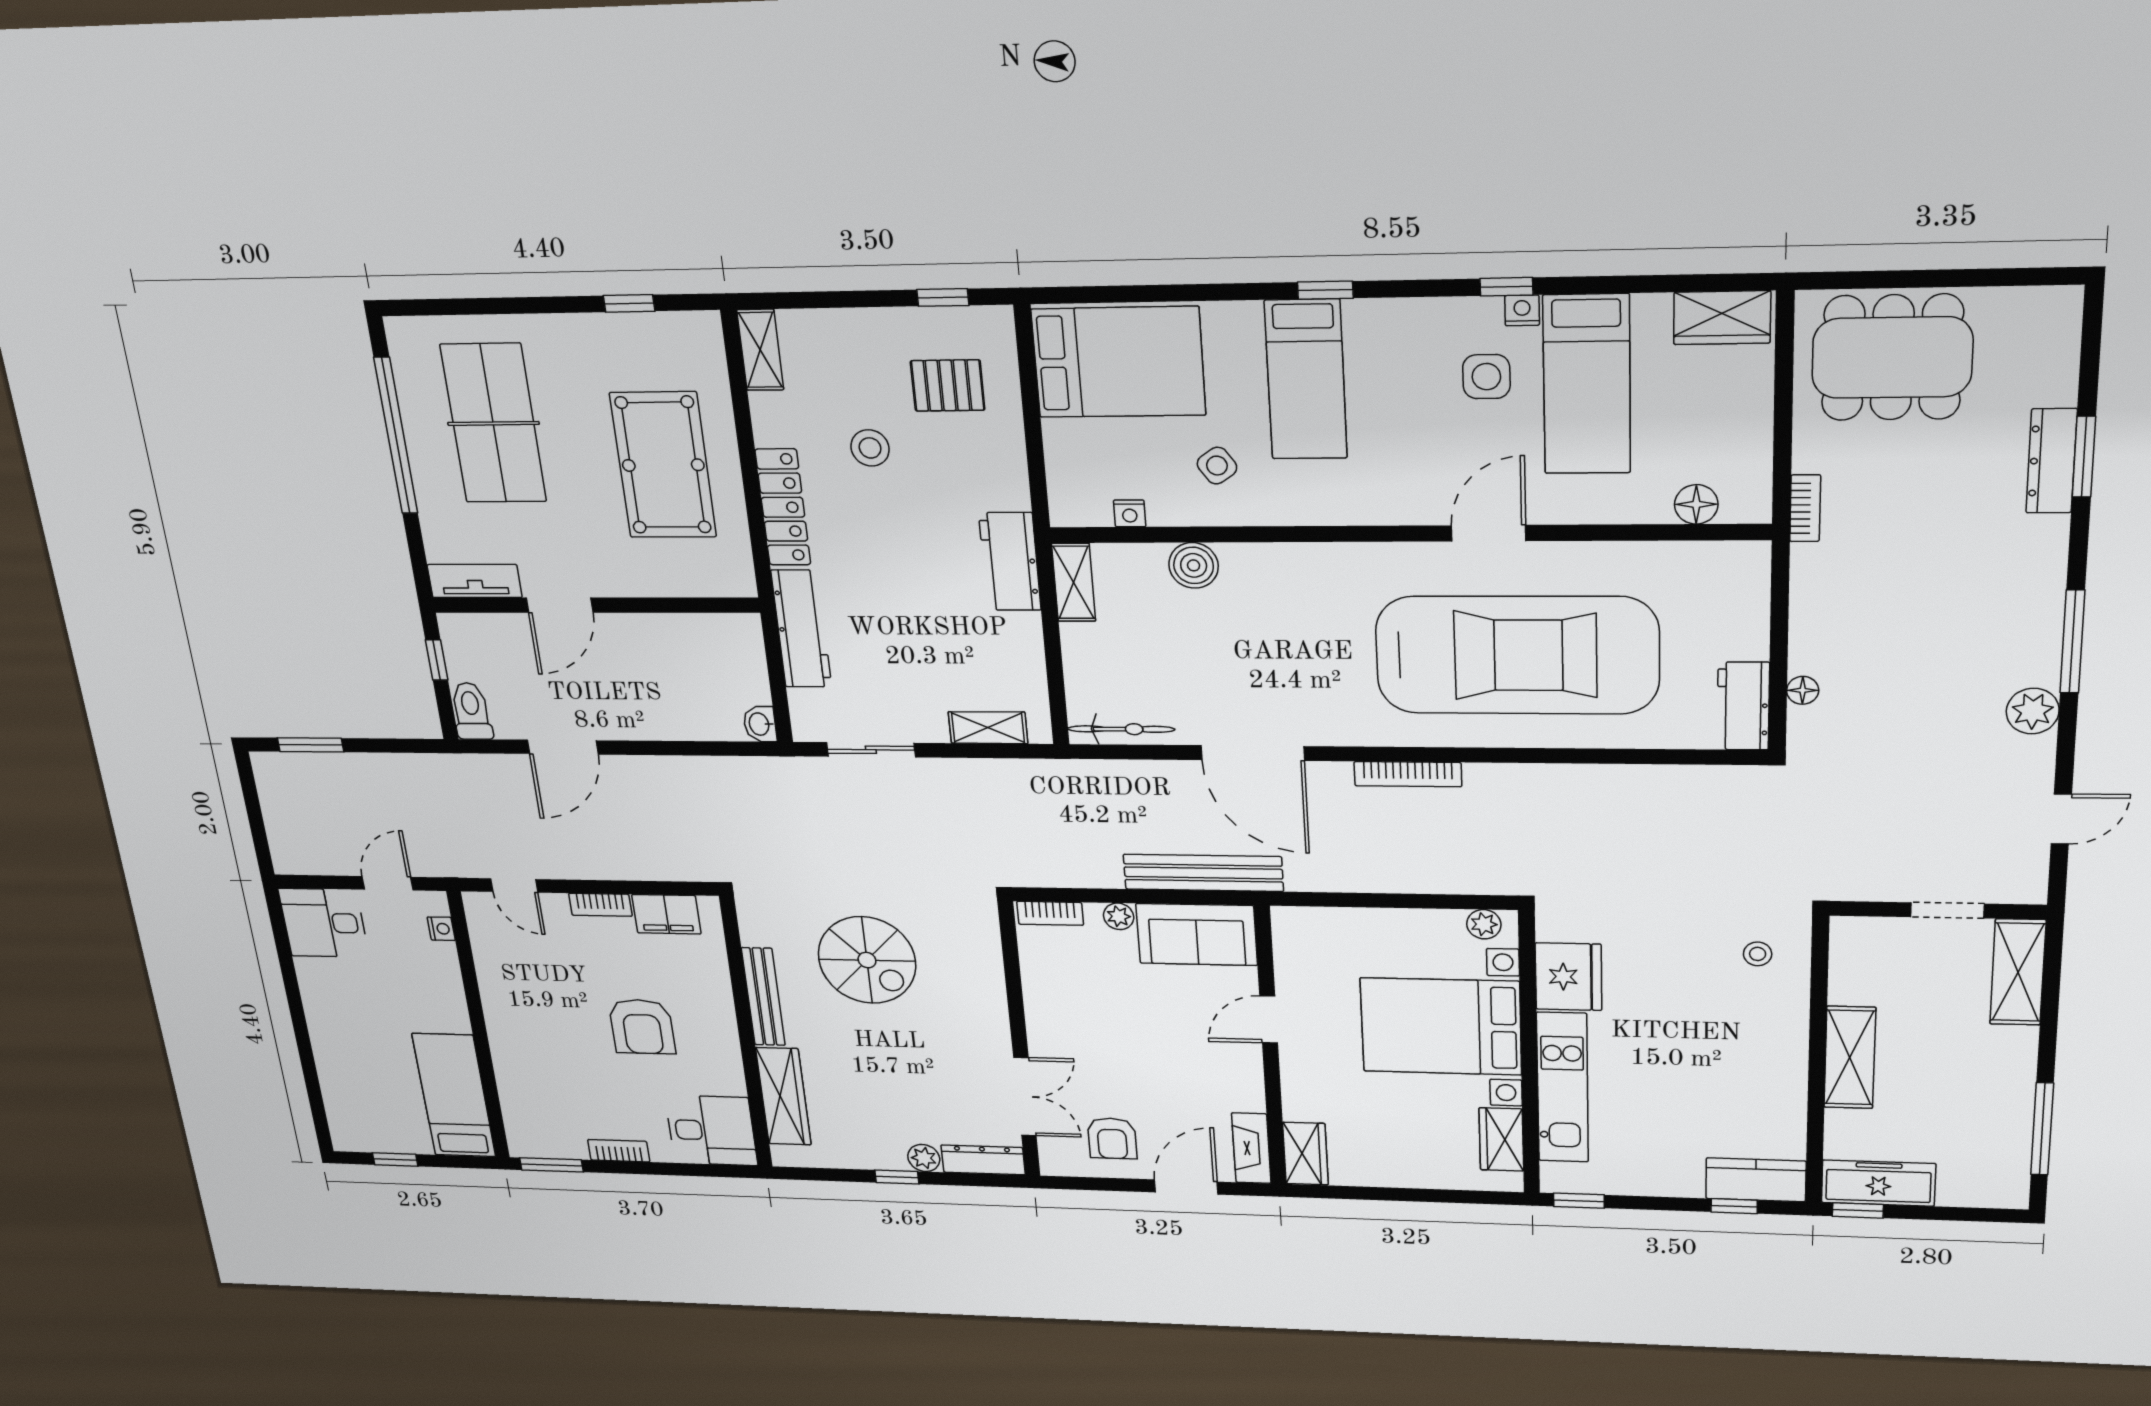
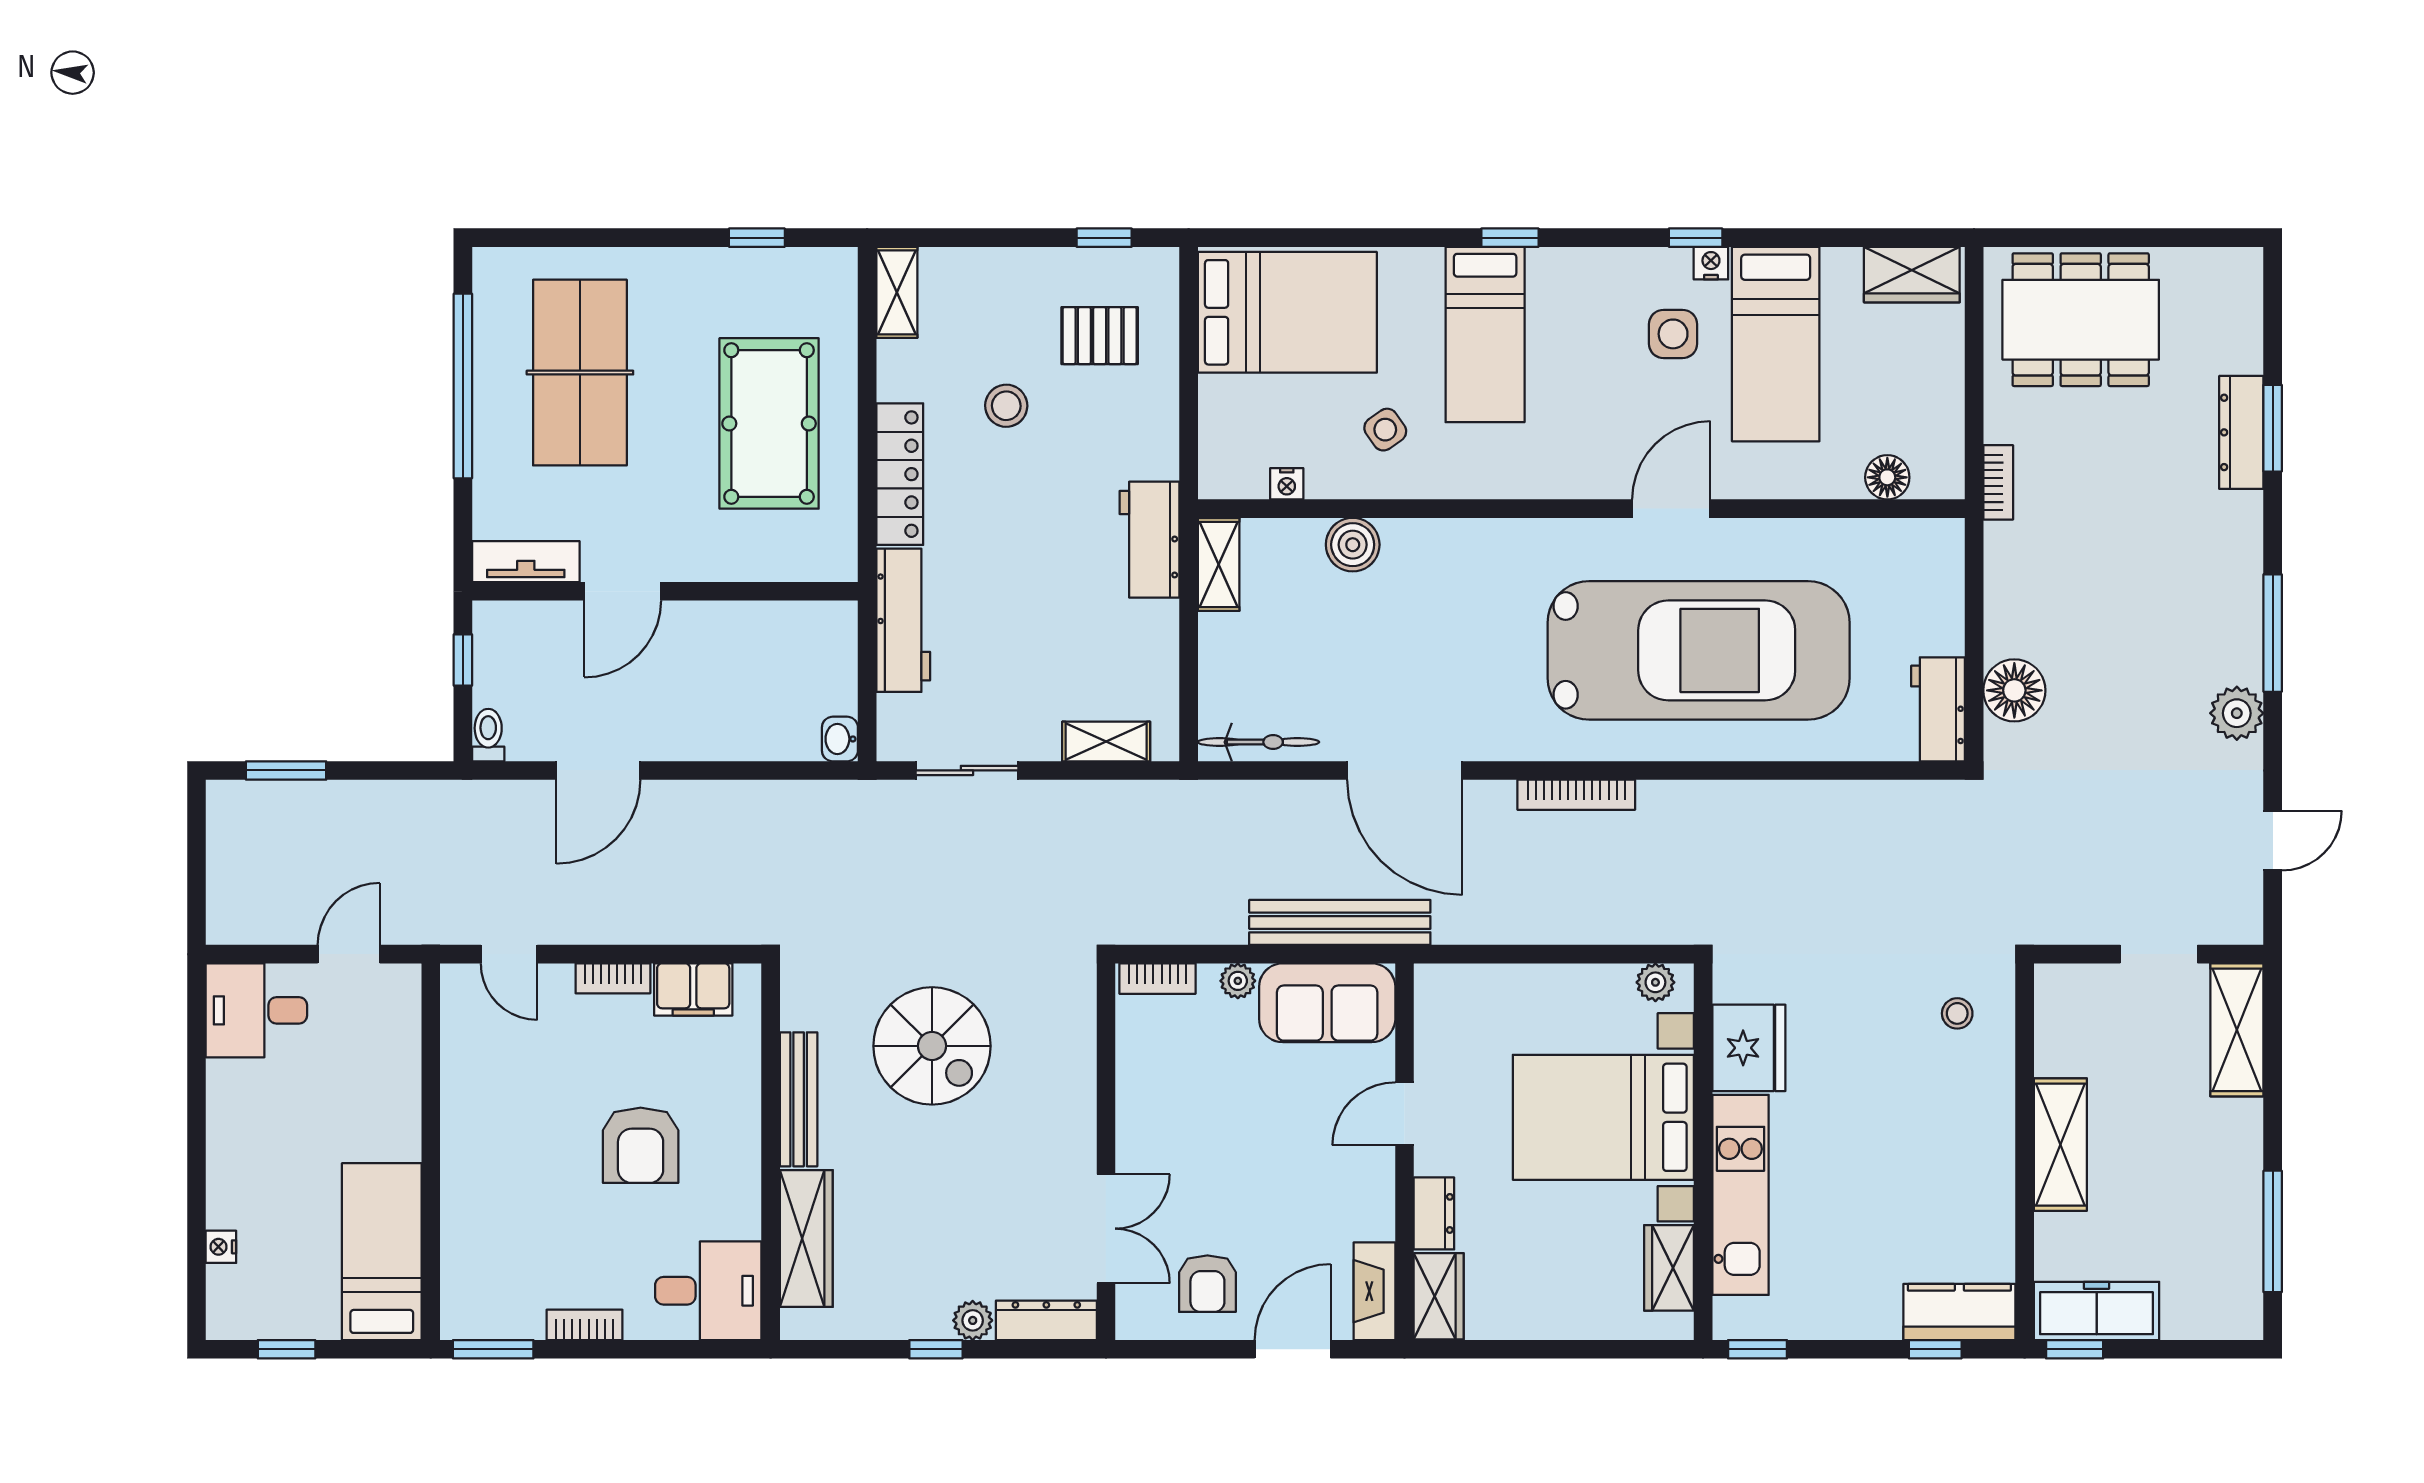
floor lamp: (1803, 690) -> (2014, 690), width x1.89, depth x1.89
toilet: (471, 711) -> (488, 735), width x0.73, depth x0.72
nightstand: (441, 929) -> (221, 1247), moved, turned 180
dresser: (1298, 1094) -> (1434, 1213), added

